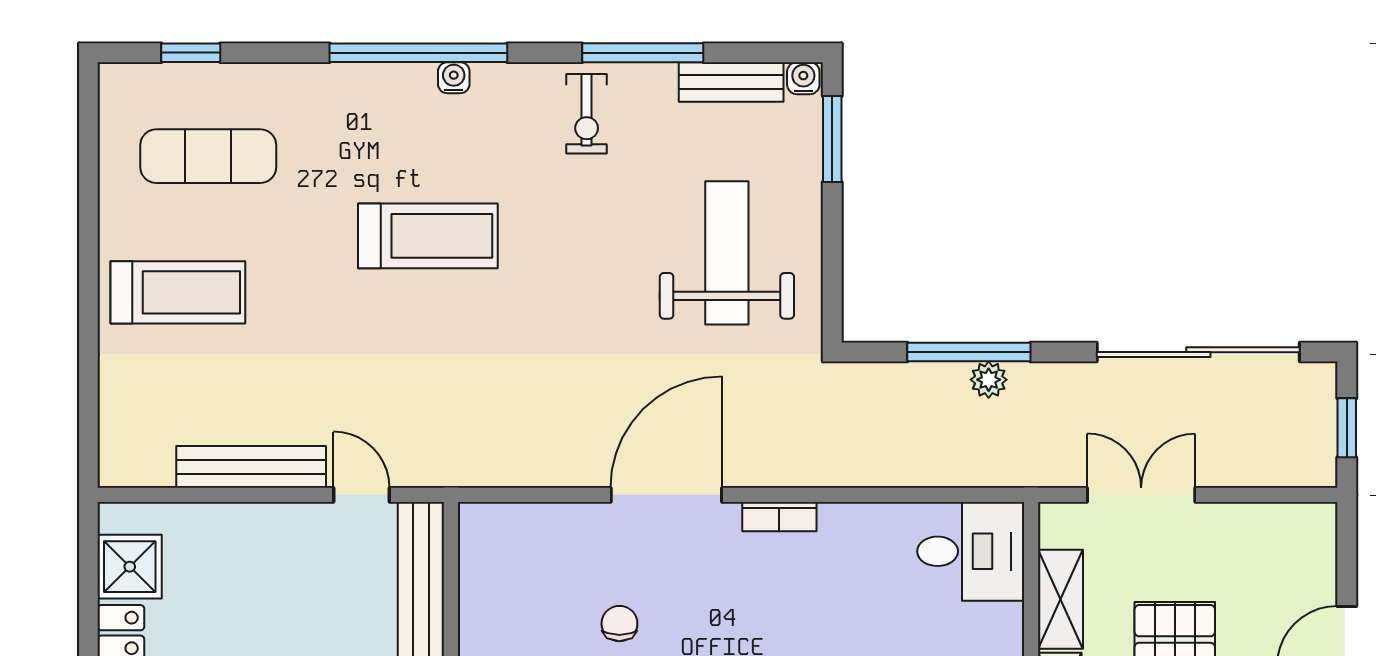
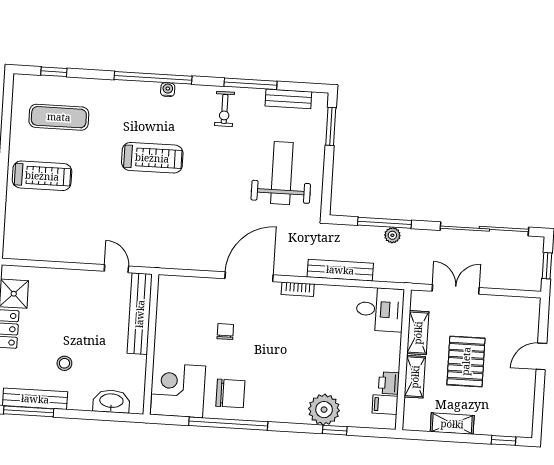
water cooler: (803, 78) -> (320, 99), removed
bench: (251, 467) -> (340, 270), moved

